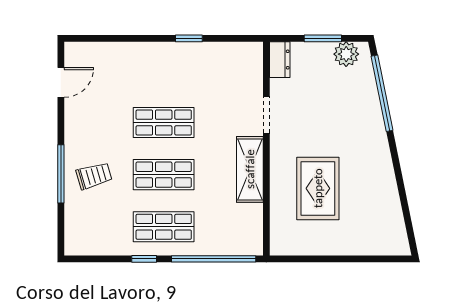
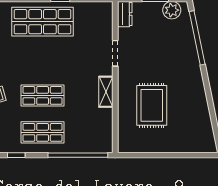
shop shelf: (164, 123) -> (43, 22), moved, width x1.43, depth x1.36
shelving: (250, 169) -> (106, 92), width x0.67, depth x0.75
window: (144, 259) -> (16, 155), moved

